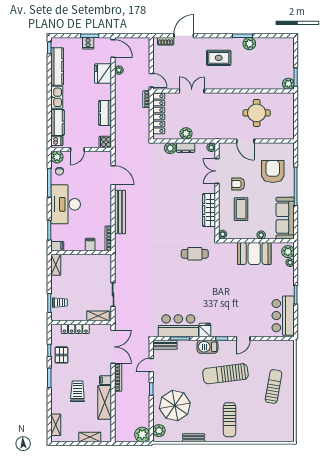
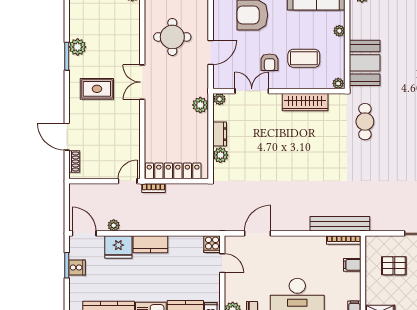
door: (113, 48) -> (84, 233), hinge flipped
rug: (219, 58) -> (97, 89), turned 90
double door: (192, 91) -> (142, 82), moved
kitchen counter: (105, 113) -> (150, 244), moved
plant: (186, 133) -> (200, 105), moved
door: (77, 149) -> (222, 263), moved
double door: (217, 171) -> (252, 91), swing flipped
bench: (120, 212) -> (340, 224), moved
booth: (254, 254) -> (365, 63), moved
pallet: (89, 275) -> (394, 266), added

